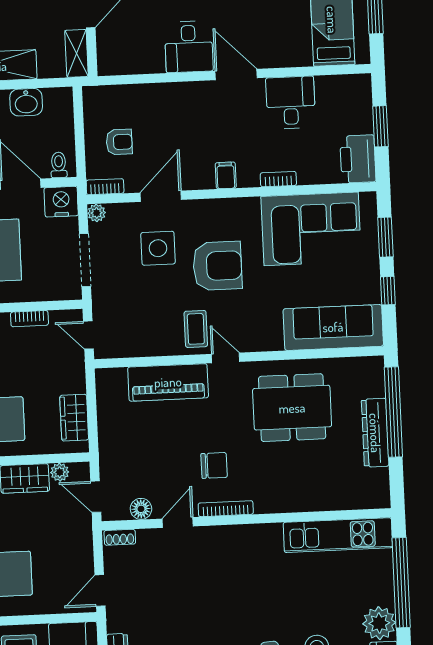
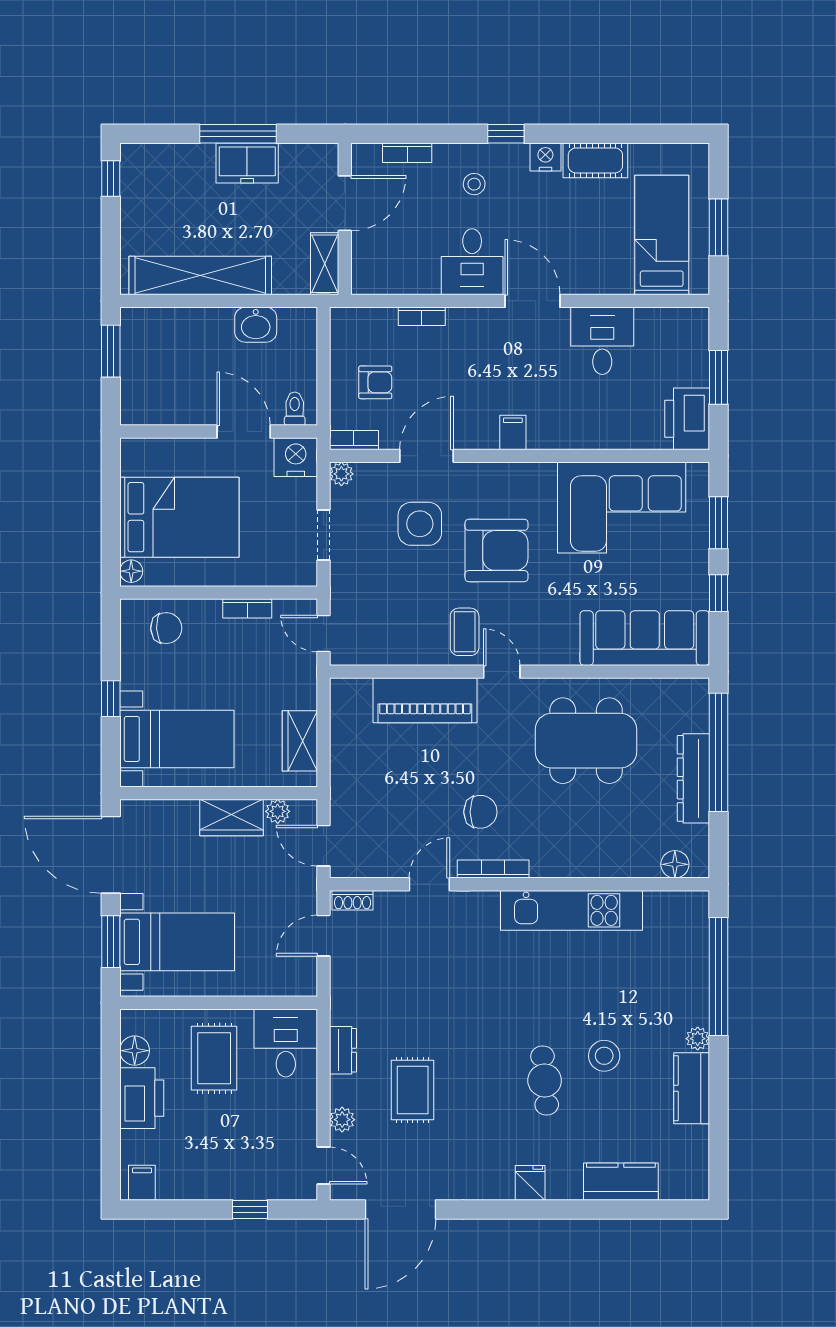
bookcase: (278, 179) -> (422, 316), moved, turned 180
doorway: (85, 260) -> (323, 535), width x0.73
floor lamp: (141, 509) -> (675, 864), moved
kitchen unit: (338, 535) -> (571, 910), moved
door: (100, 591) -> (323, 936), moved
plant: (379, 623) -> (698, 1039), width x0.53, depth x0.53

